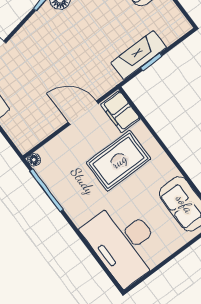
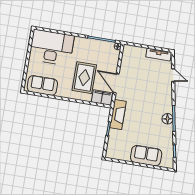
fireplace: (139, 55) -> (118, 114), moved
door: (83, 113) -> (116, 83), swing flipped

